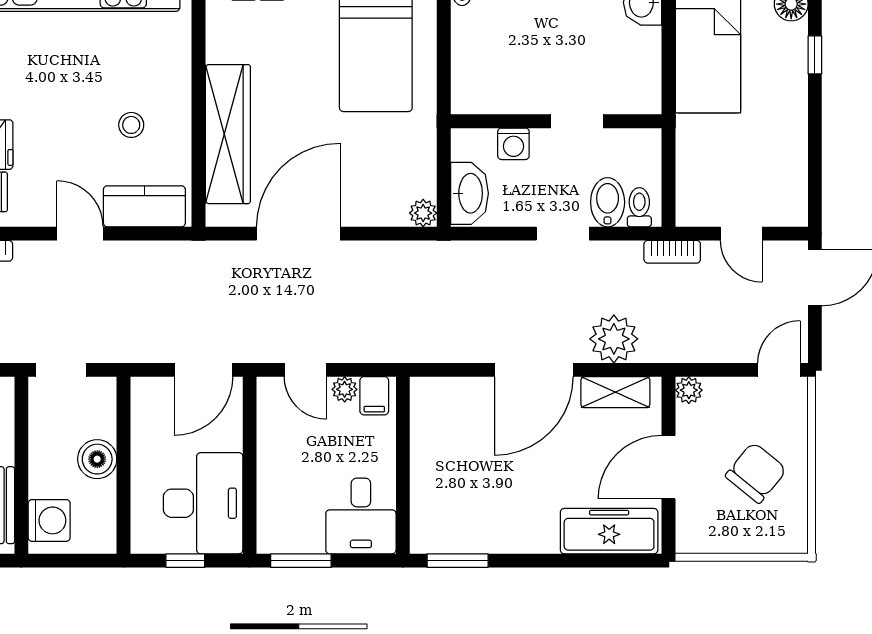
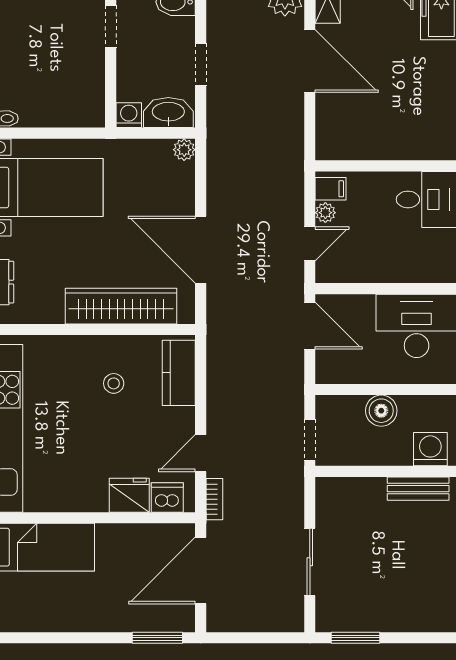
washing machine: (513, 144) -> (129, 115), moved, turned -90
door: (80, 234) -> (201, 453), moved
doorway: (563, 234) -> (201, 64), moved

